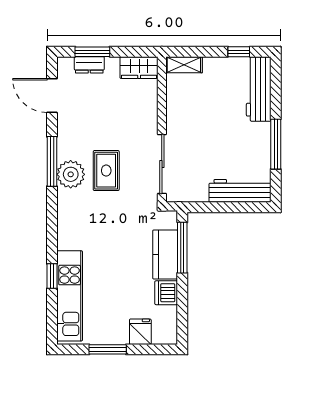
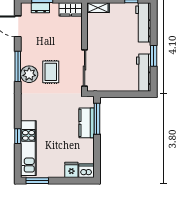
window: (276, 144) -> (154, 56), width x0.69
workbench: (240, 191) -> (144, 73), moved, turned -90
dishwasher: (166, 293) -> (86, 171), moved, turned 90
window: (108, 349) -> (37, 181), moved

